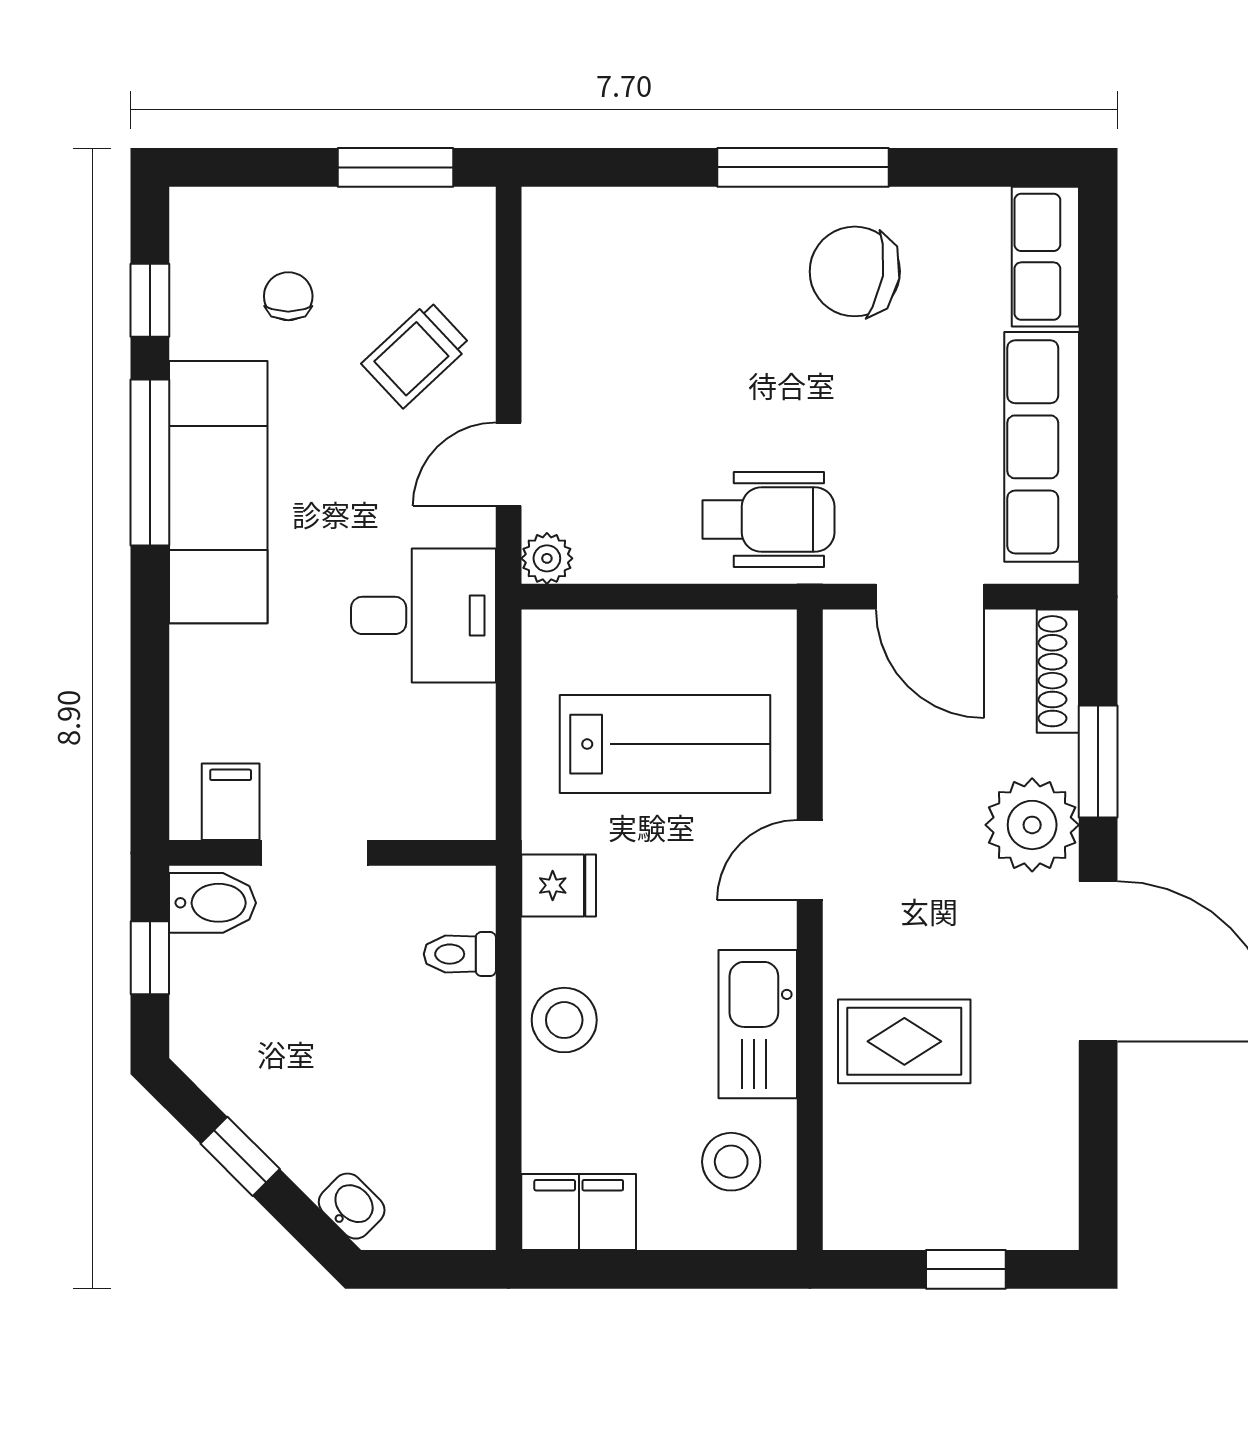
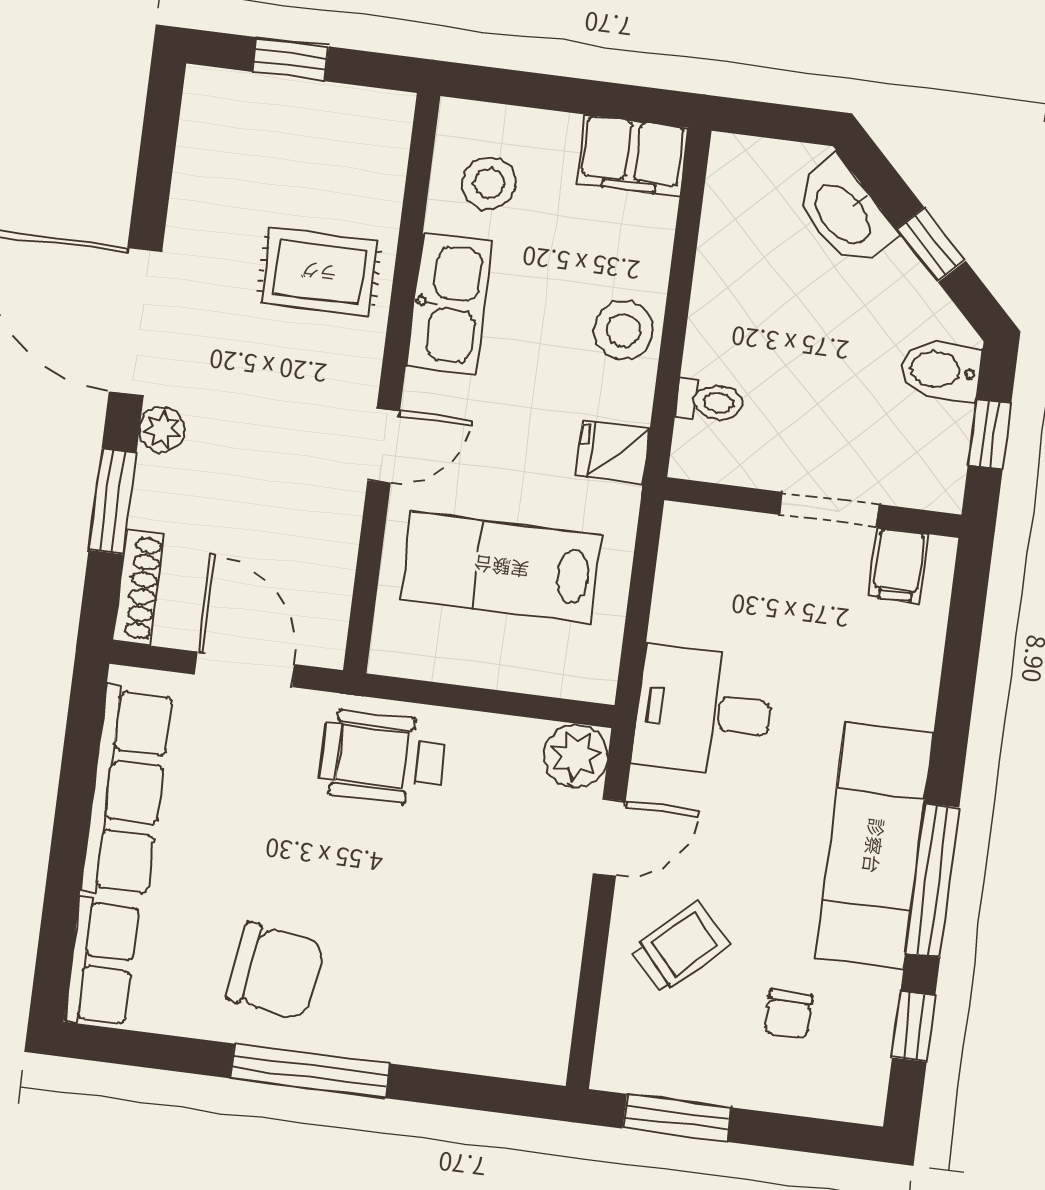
plant: (547, 558) -> (576, 756), width x1.38, depth x1.38
plant: (1032, 825) -> (162, 430), width x0.53, depth x0.53
bidet: (213, 903) -> (940, 370), moved
washbasin: (352, 1206) -> (844, 213), width x1.91, depth x1.45

